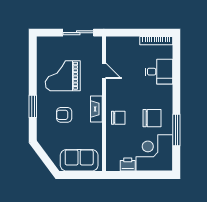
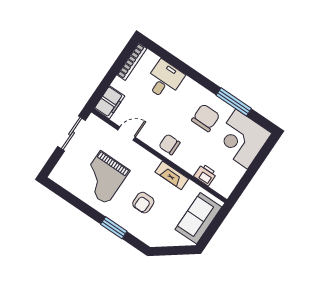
filing cabinet: (118, 44) -> (109, 102), added
fireplace: (96, 109) -> (172, 175), moved
chair: (118, 118) -> (170, 144), moved, turned -90
printer: (128, 164) -> (205, 175), moved, turned 90

